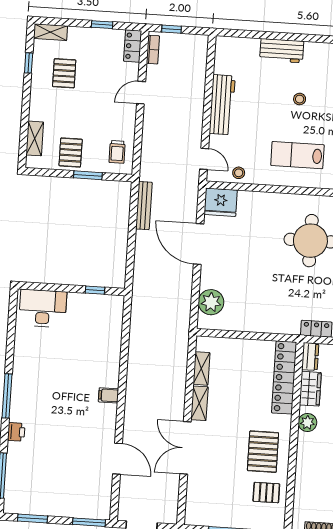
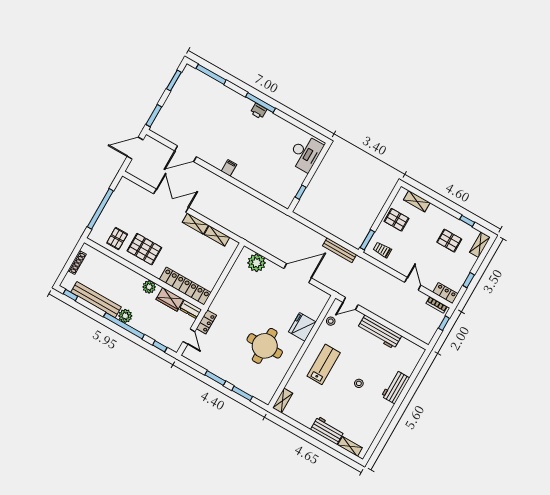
window: (88, 175) -> (367, 240), moved
fridge: (221, 202) -> (302, 327), moved
printer: (16, 432) -> (259, 111), moved

